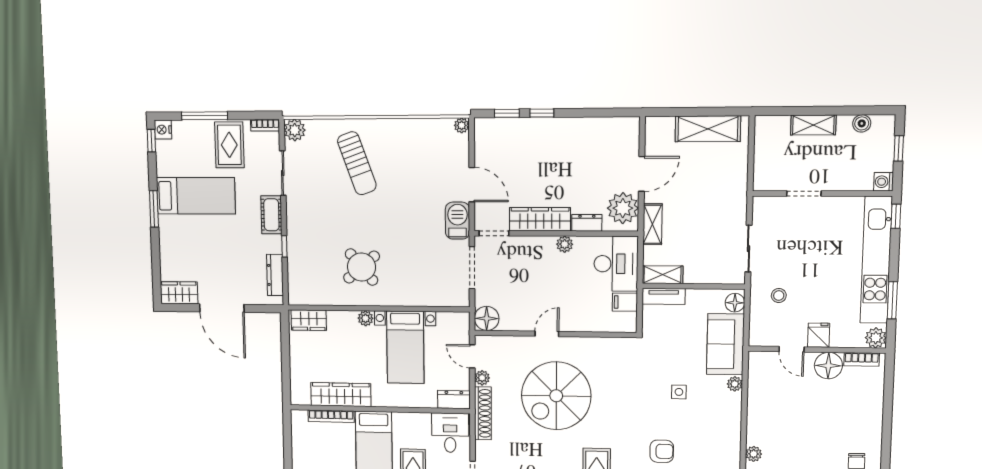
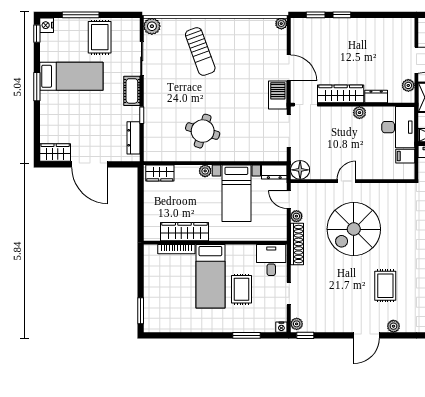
bookcase: (265, 125) -> (129, 22), removed
plant: (623, 208) -> (408, 85), width x0.53, depth x0.53
round table: (362, 267) -> (203, 131), turned -33
dresser: (454, 400) -> (274, 172), moved, turned 180

